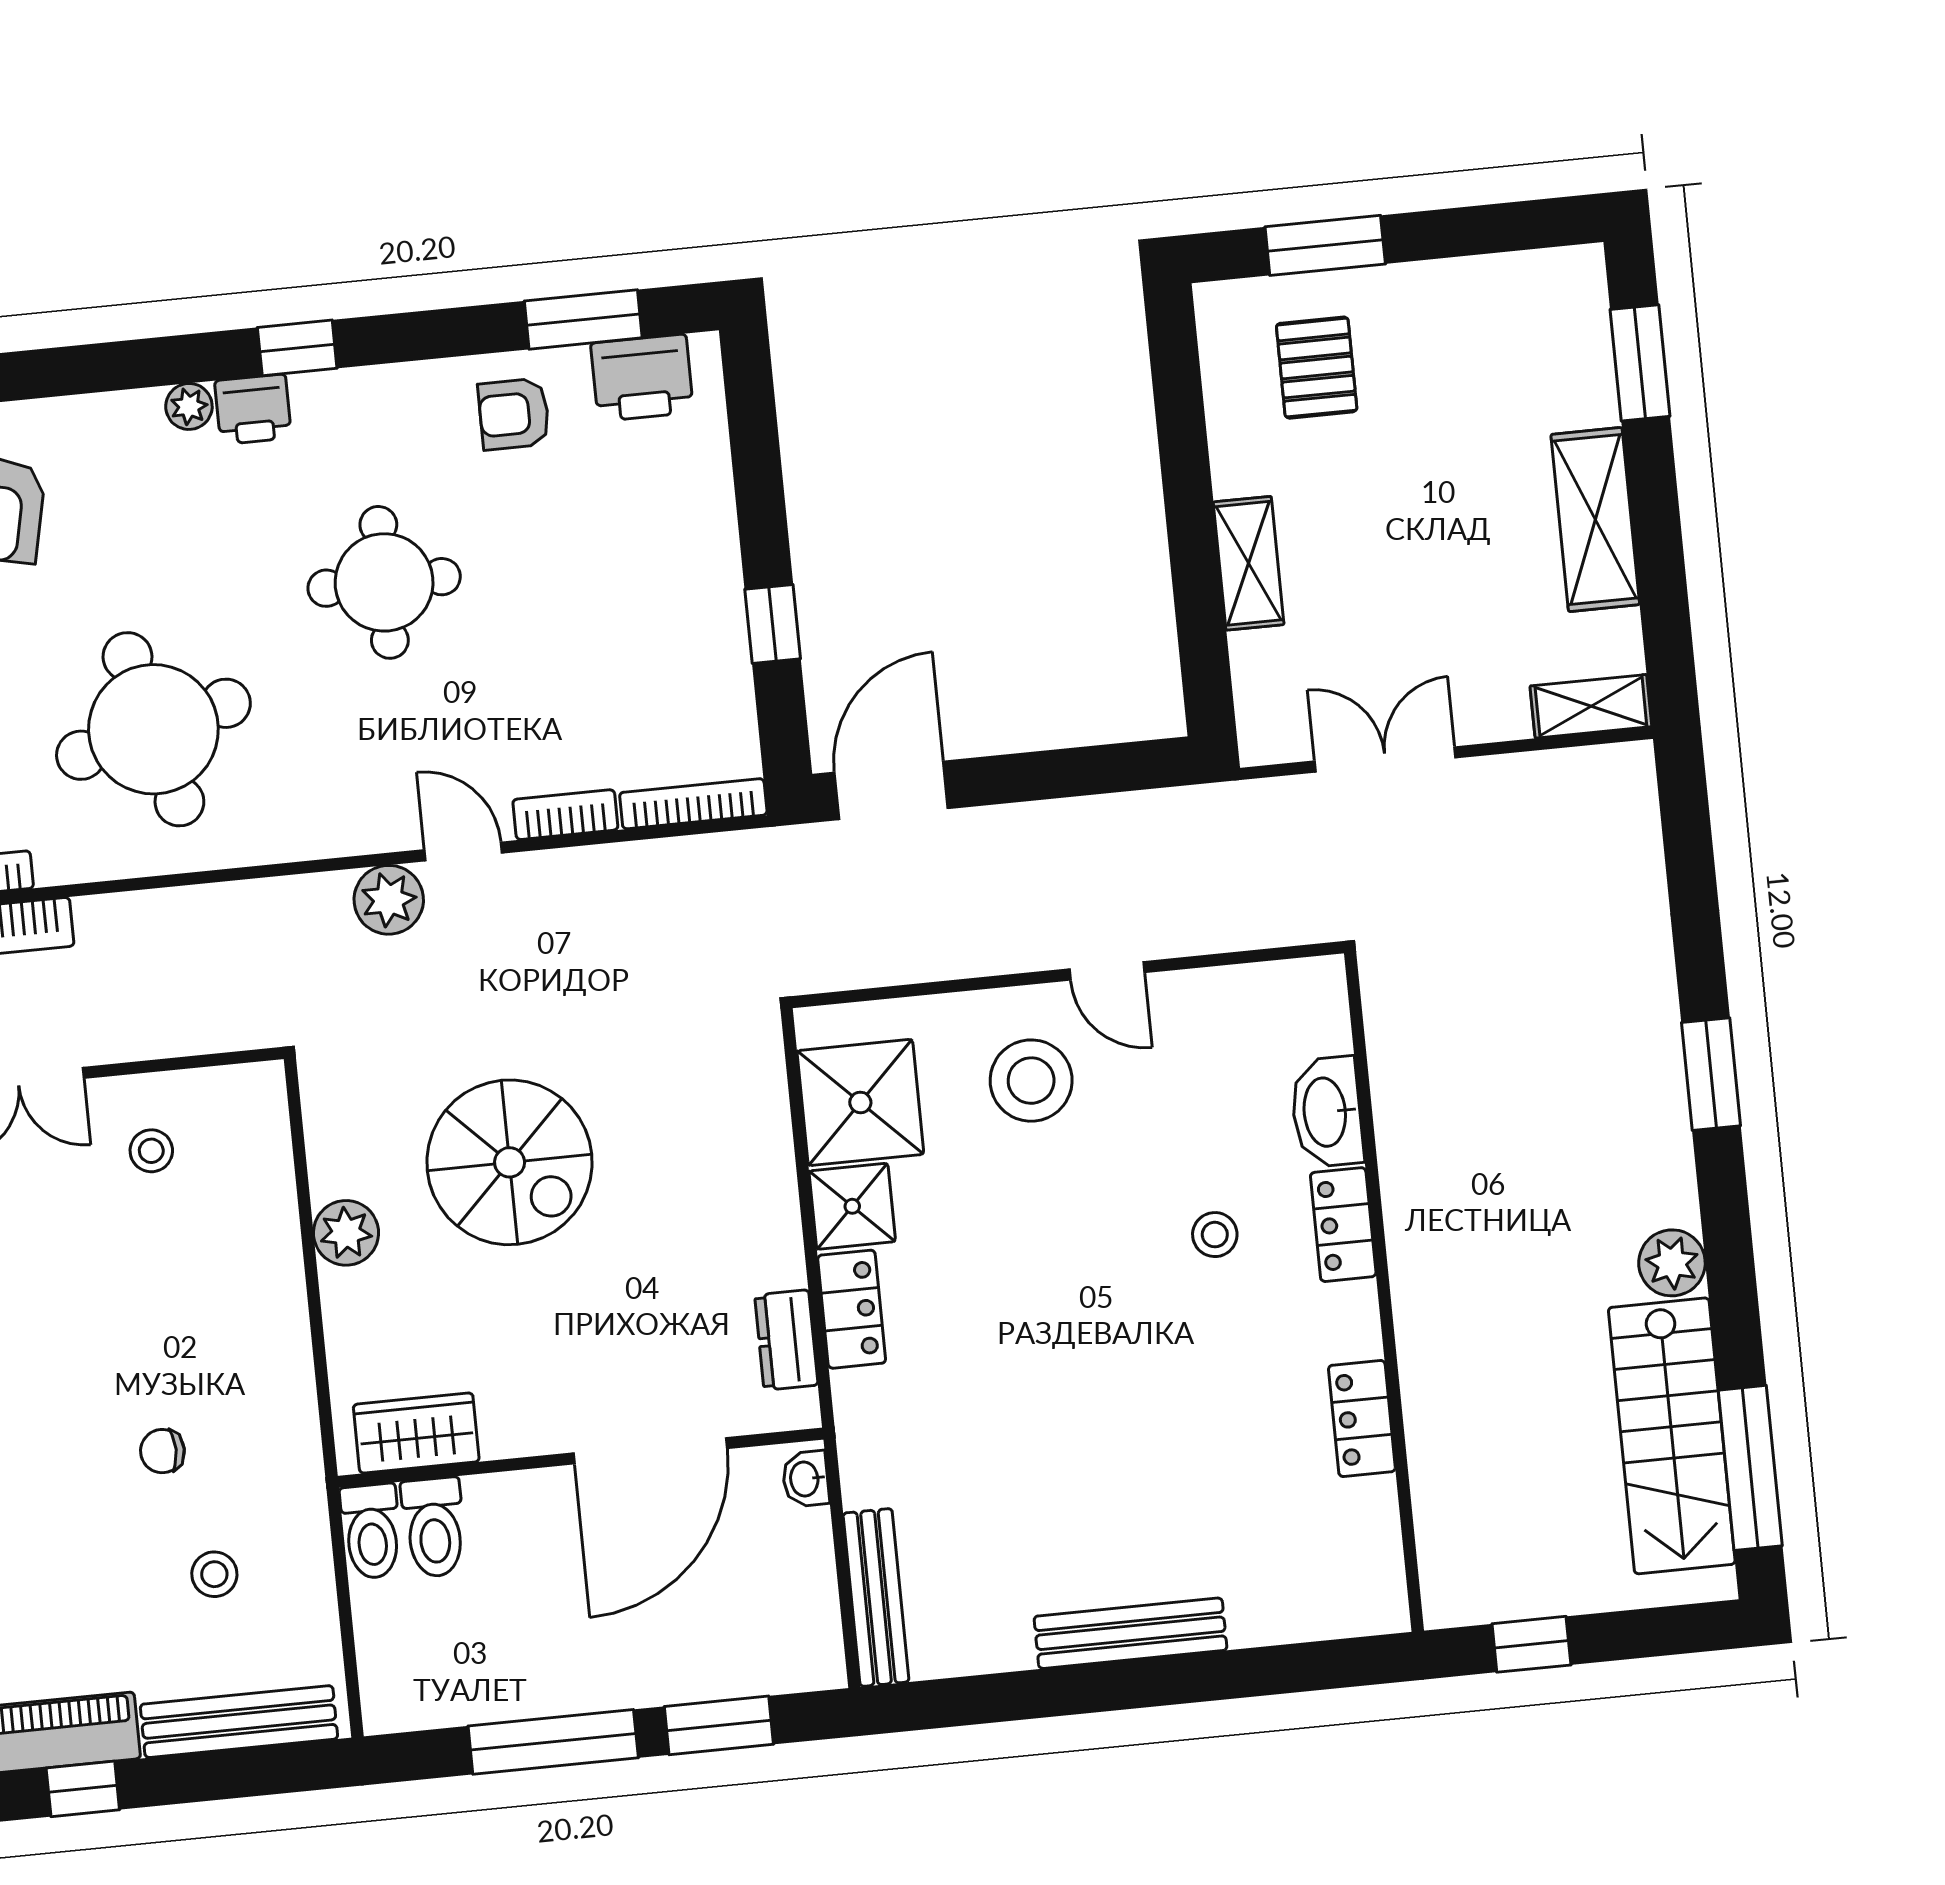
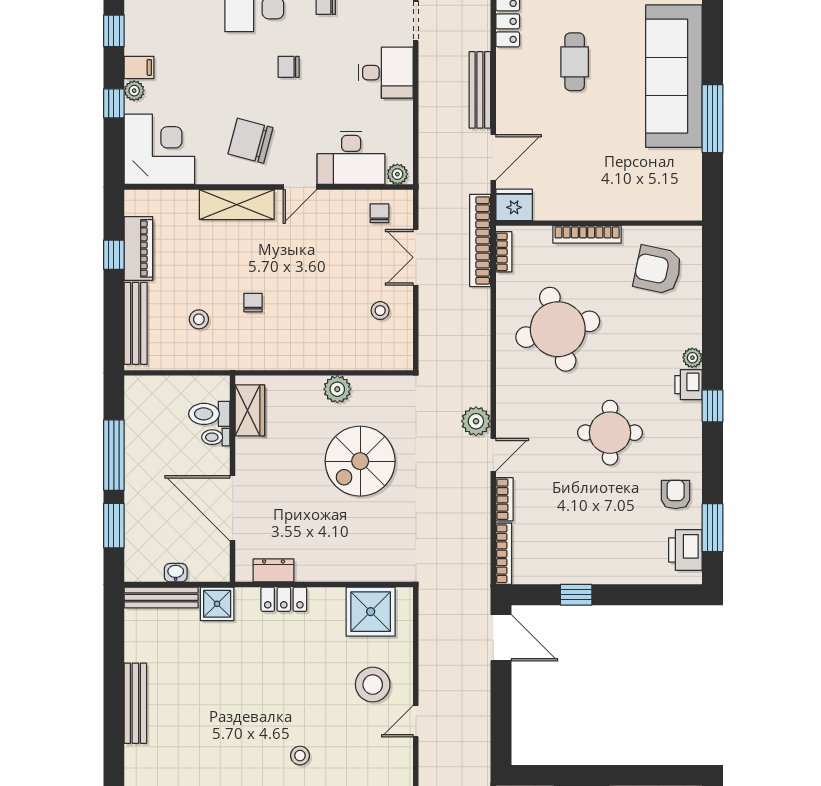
shower: (852, 1206) -> (217, 604), moved
washbasin: (806, 1479) -> (176, 573), moved
toilet: (371, 1531) -> (216, 437), moved, width x0.73, depth x0.72

